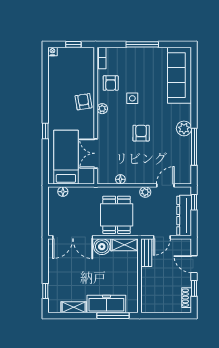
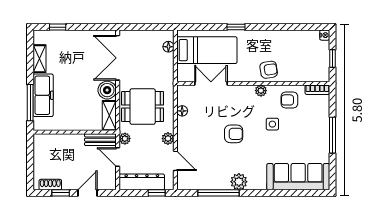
plant: (145, 231) -> (125, 139), added

